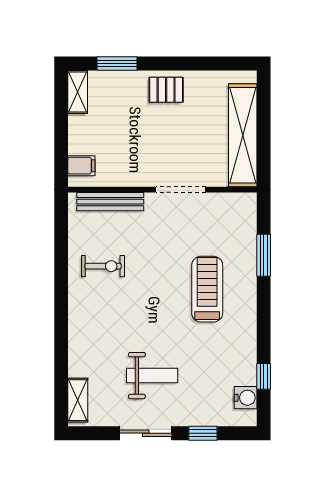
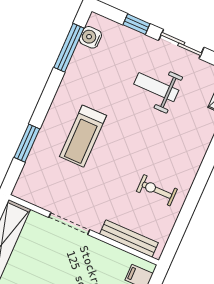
window: (264, 376) -> (69, 48), width x2.17

